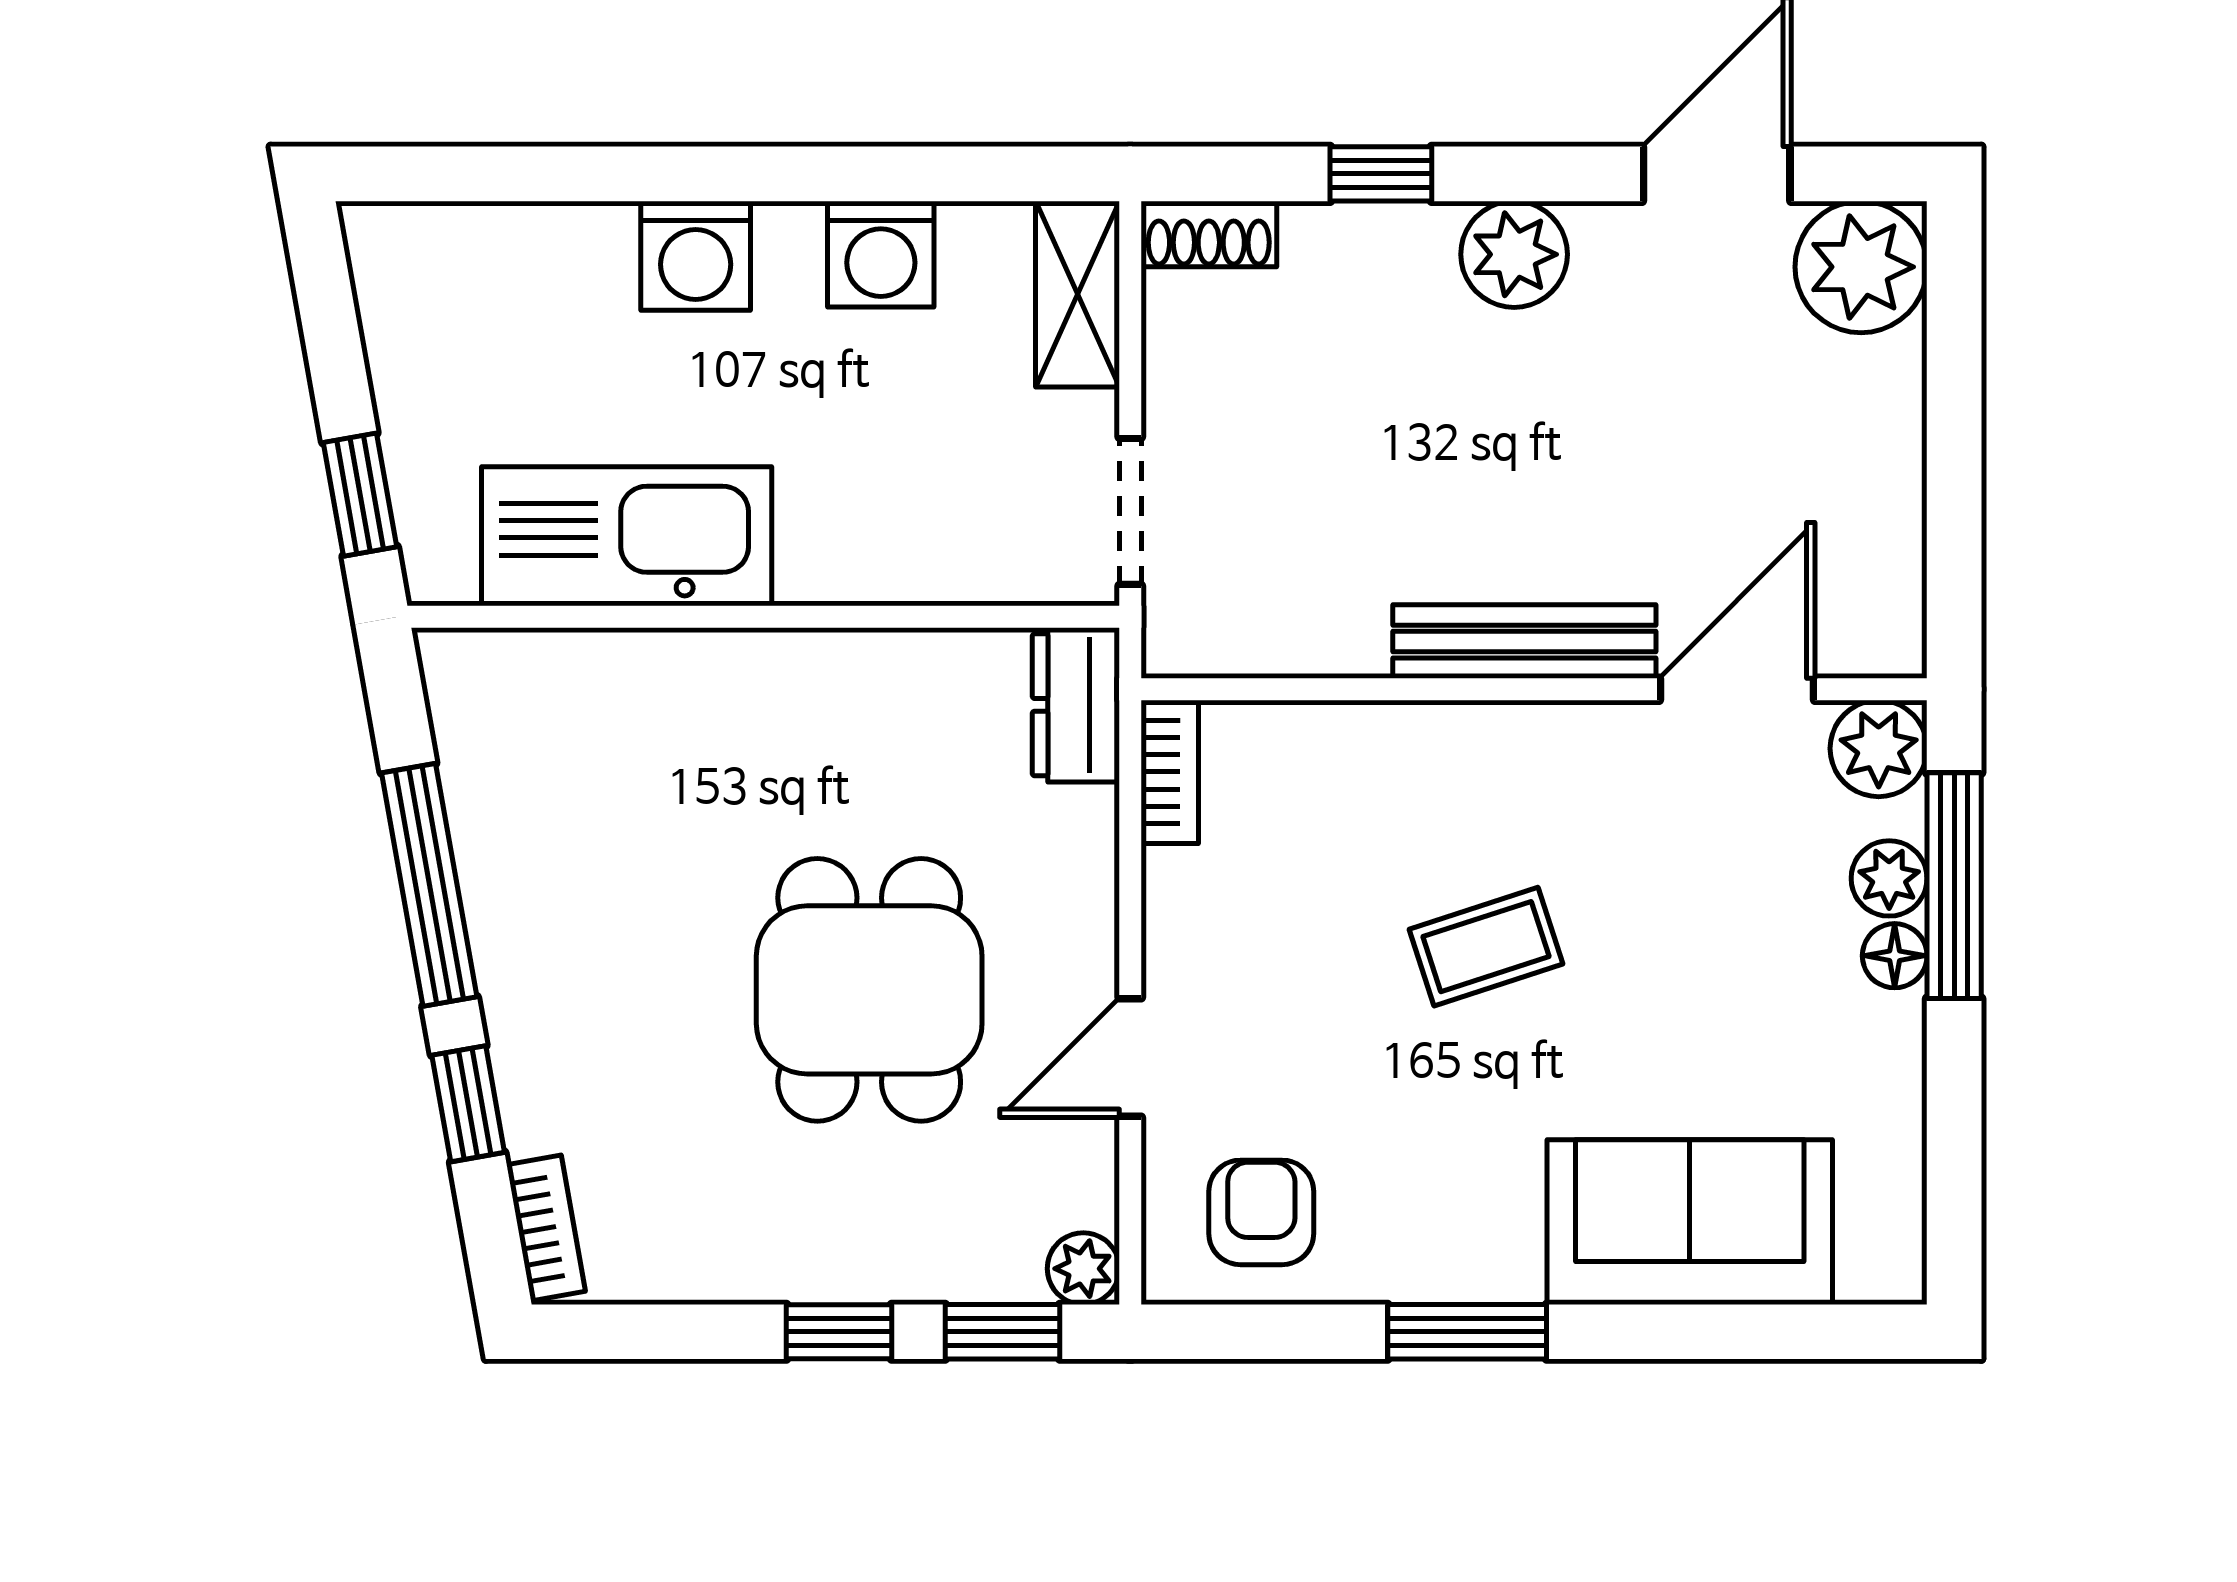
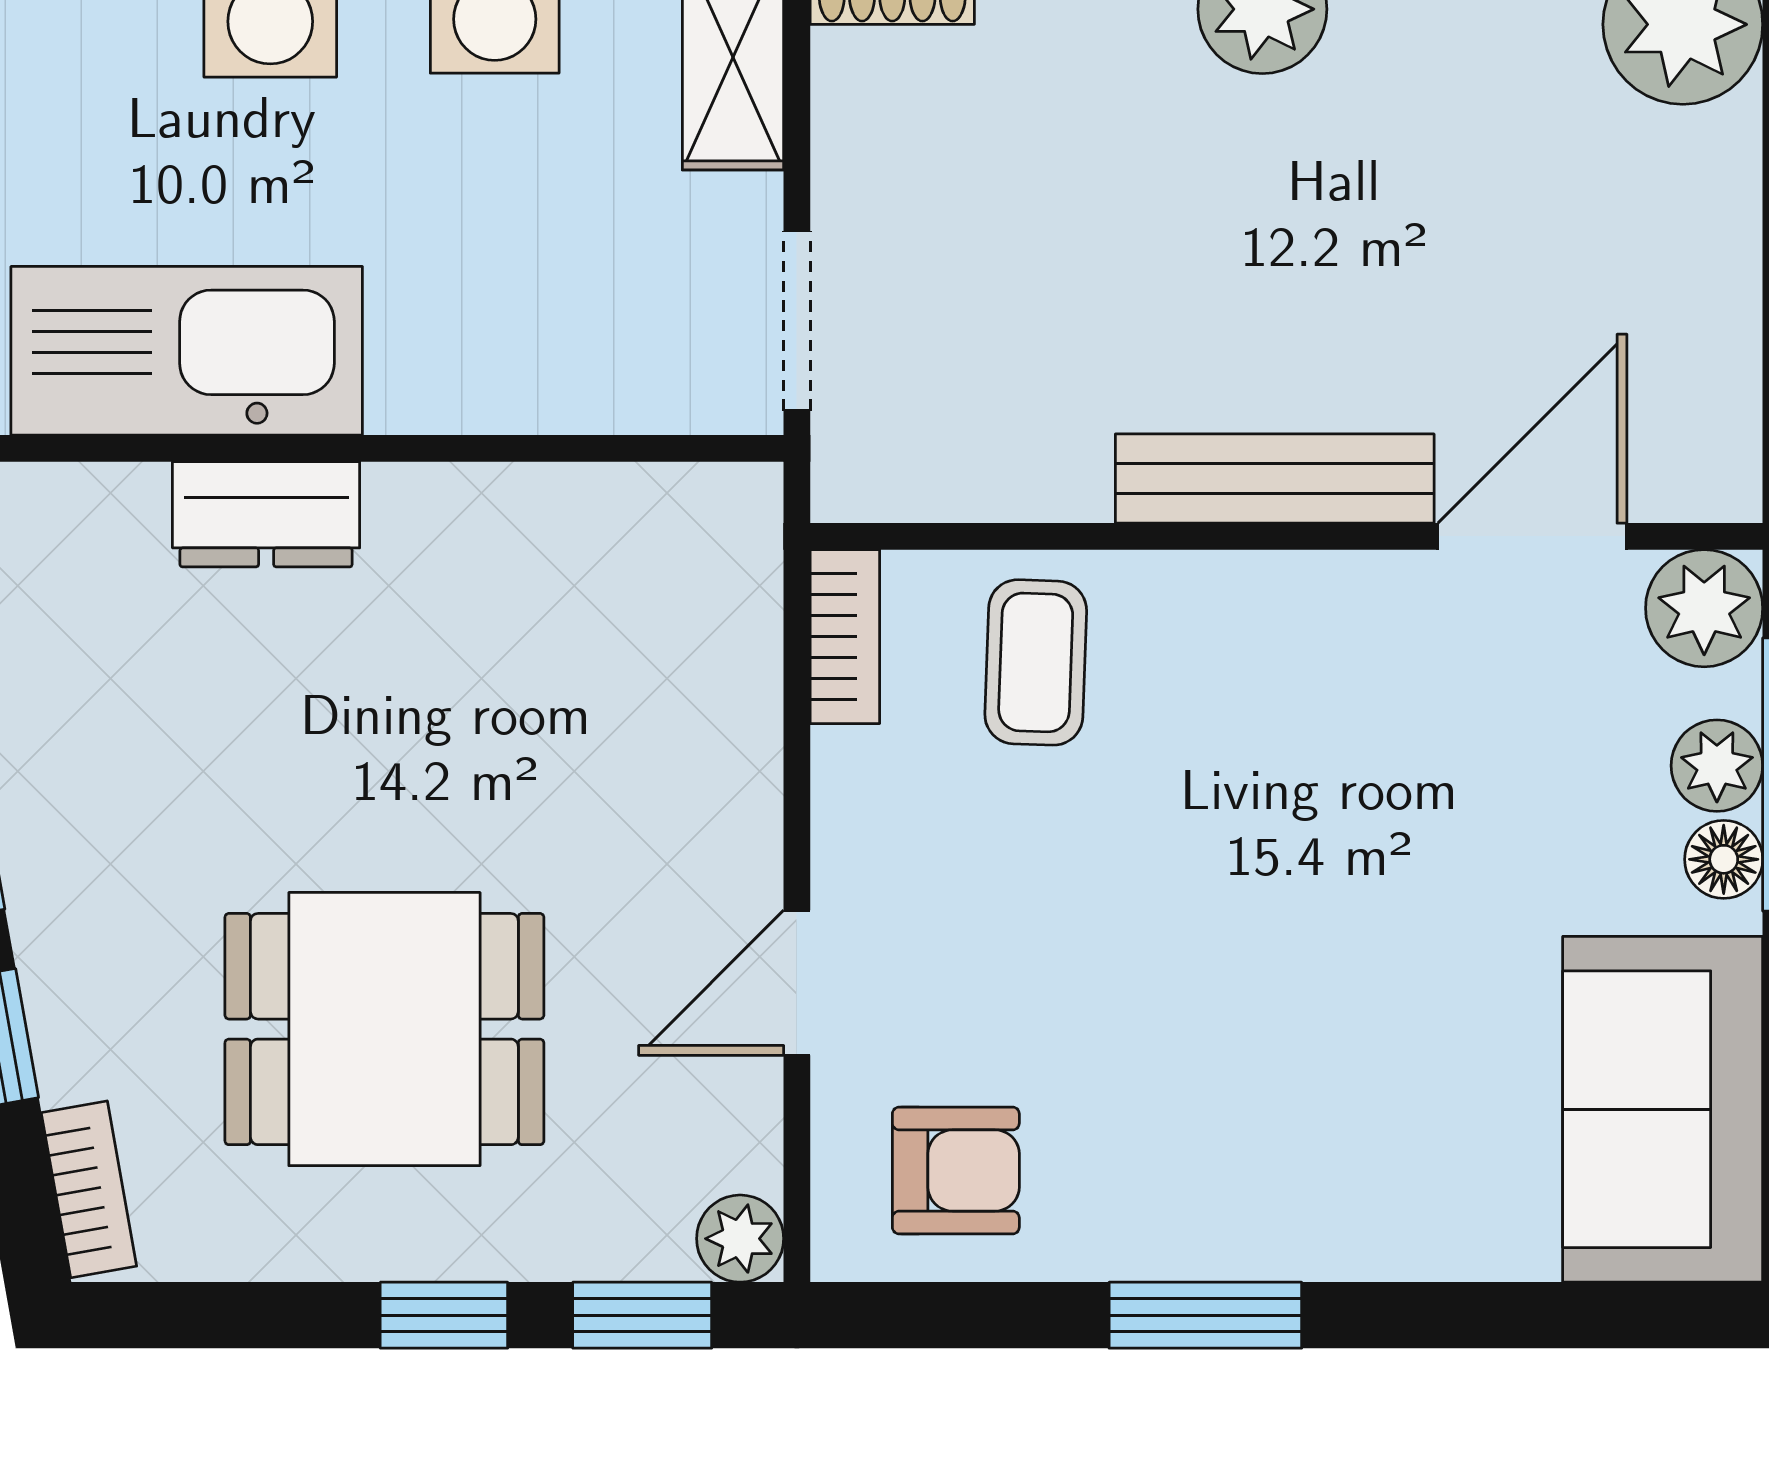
dresser: (1076, 705) -> (266, 514), moved, turned -90
coffee table: (1486, 947) -> (1036, 662), moved, turned -70
dining table: (869, 990) -> (384, 1029), moved, turned 90
armchair: (1261, 1212) -> (956, 1170), turned 90
sofa: (1690, 1222) -> (1663, 1109), moved, turned -90

